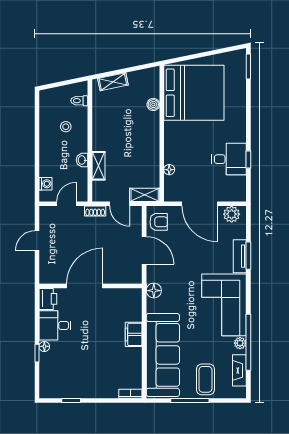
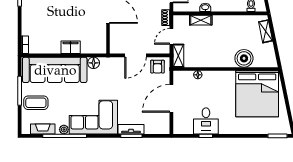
boiler: (153, 104) -> (244, 58), width x1.86, depth x1.86
plant: (232, 214) -> (163, 123), removed
floor lamp: (154, 291) -> (94, 63), moved

